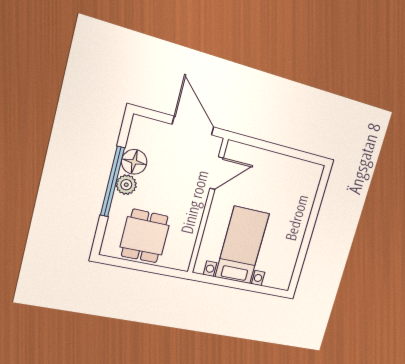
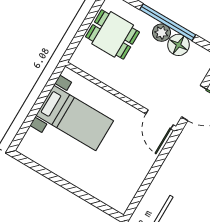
door: (217, 173) -> (160, 119), moved

